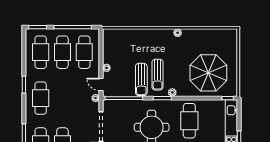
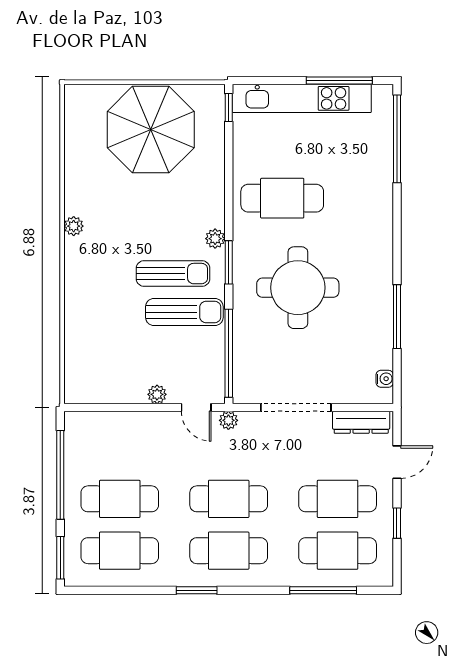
cafe table: (84, 52) -> (229, 499), moved
parasol: (208, 73) -> (151, 130), moved
door: (101, 84) -> (196, 407), hinge flipped

